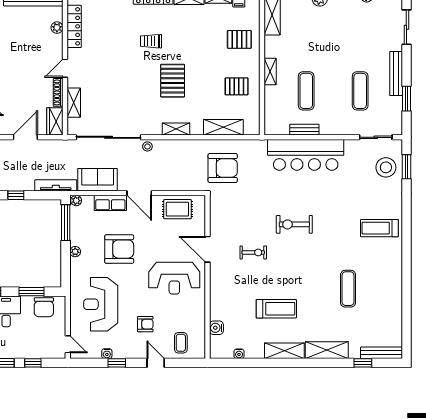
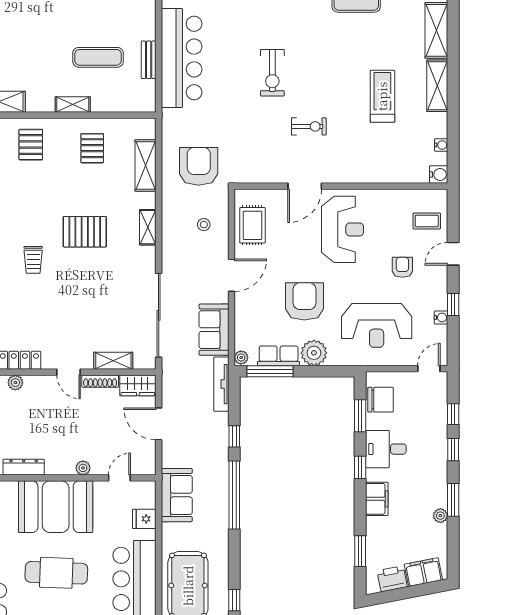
stool: (147, 146) -> (204, 225), moved
row of seats: (110, 203) -> (279, 356), moved, turned -90
plant: (75, 252) -> (314, 353), width x1.87, depth x1.87
exercise bike: (253, 252) -> (309, 126), turned 90
water cooler: (216, 328) -> (439, 174), moved, turned -90

